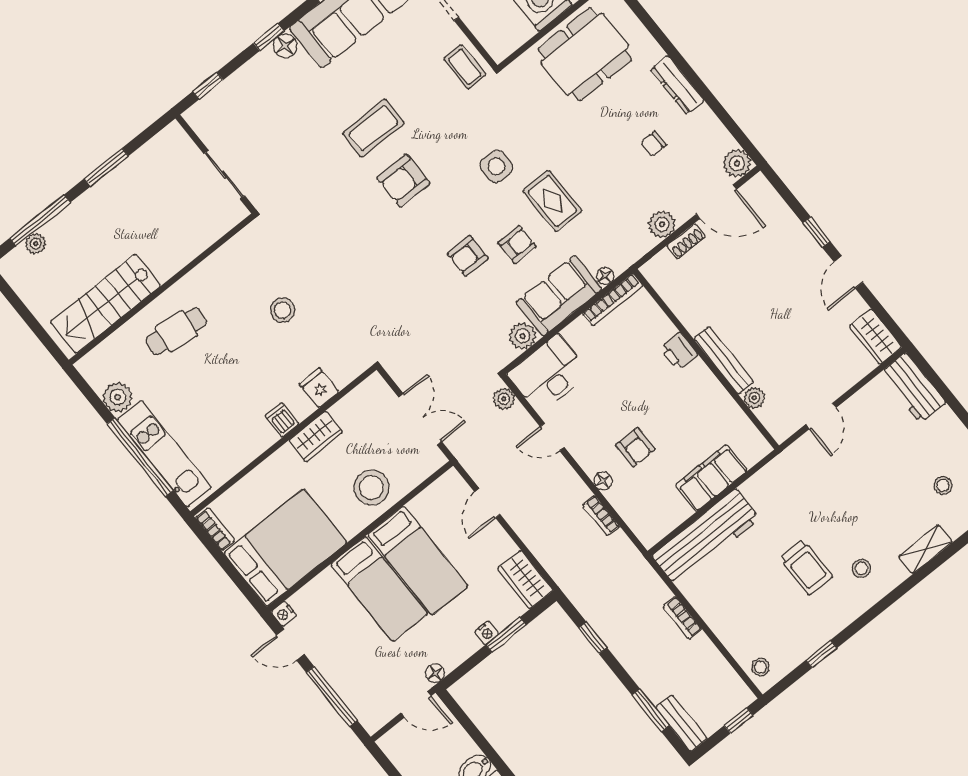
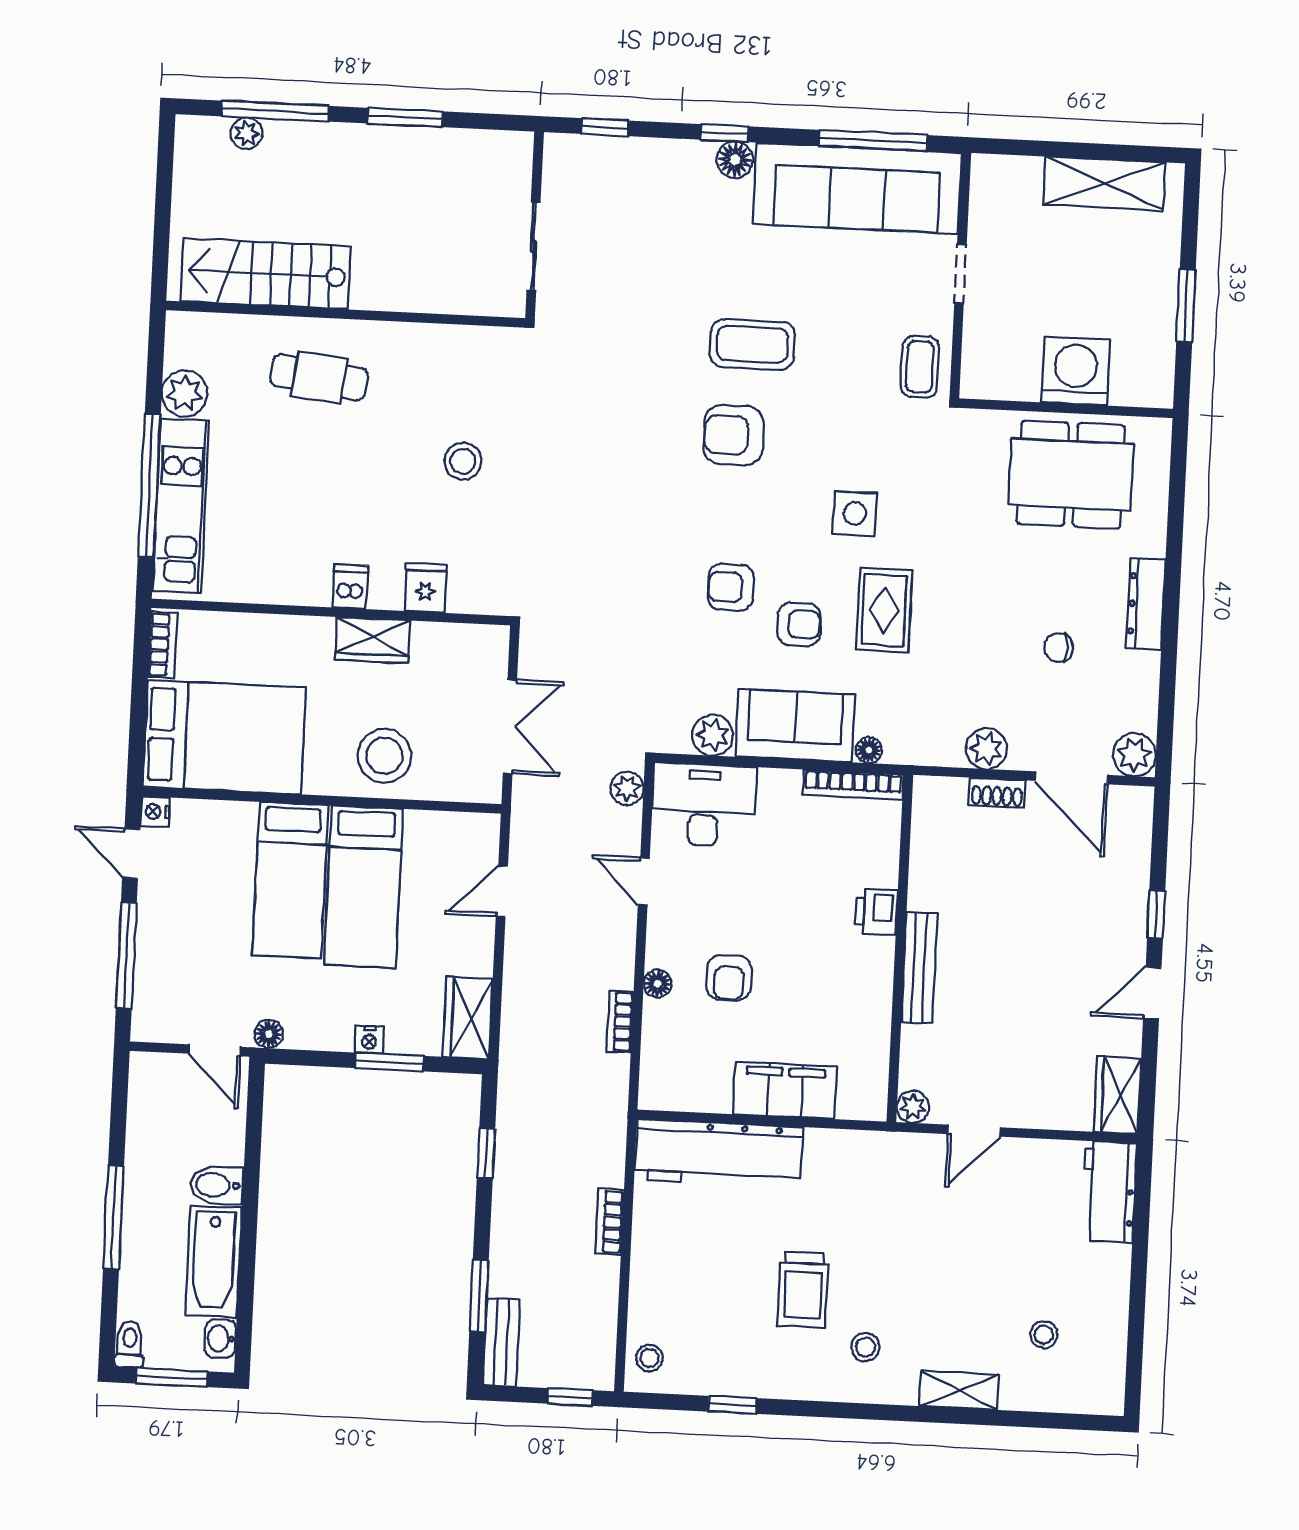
plant: (754, 398) -> (913, 1107), moved

